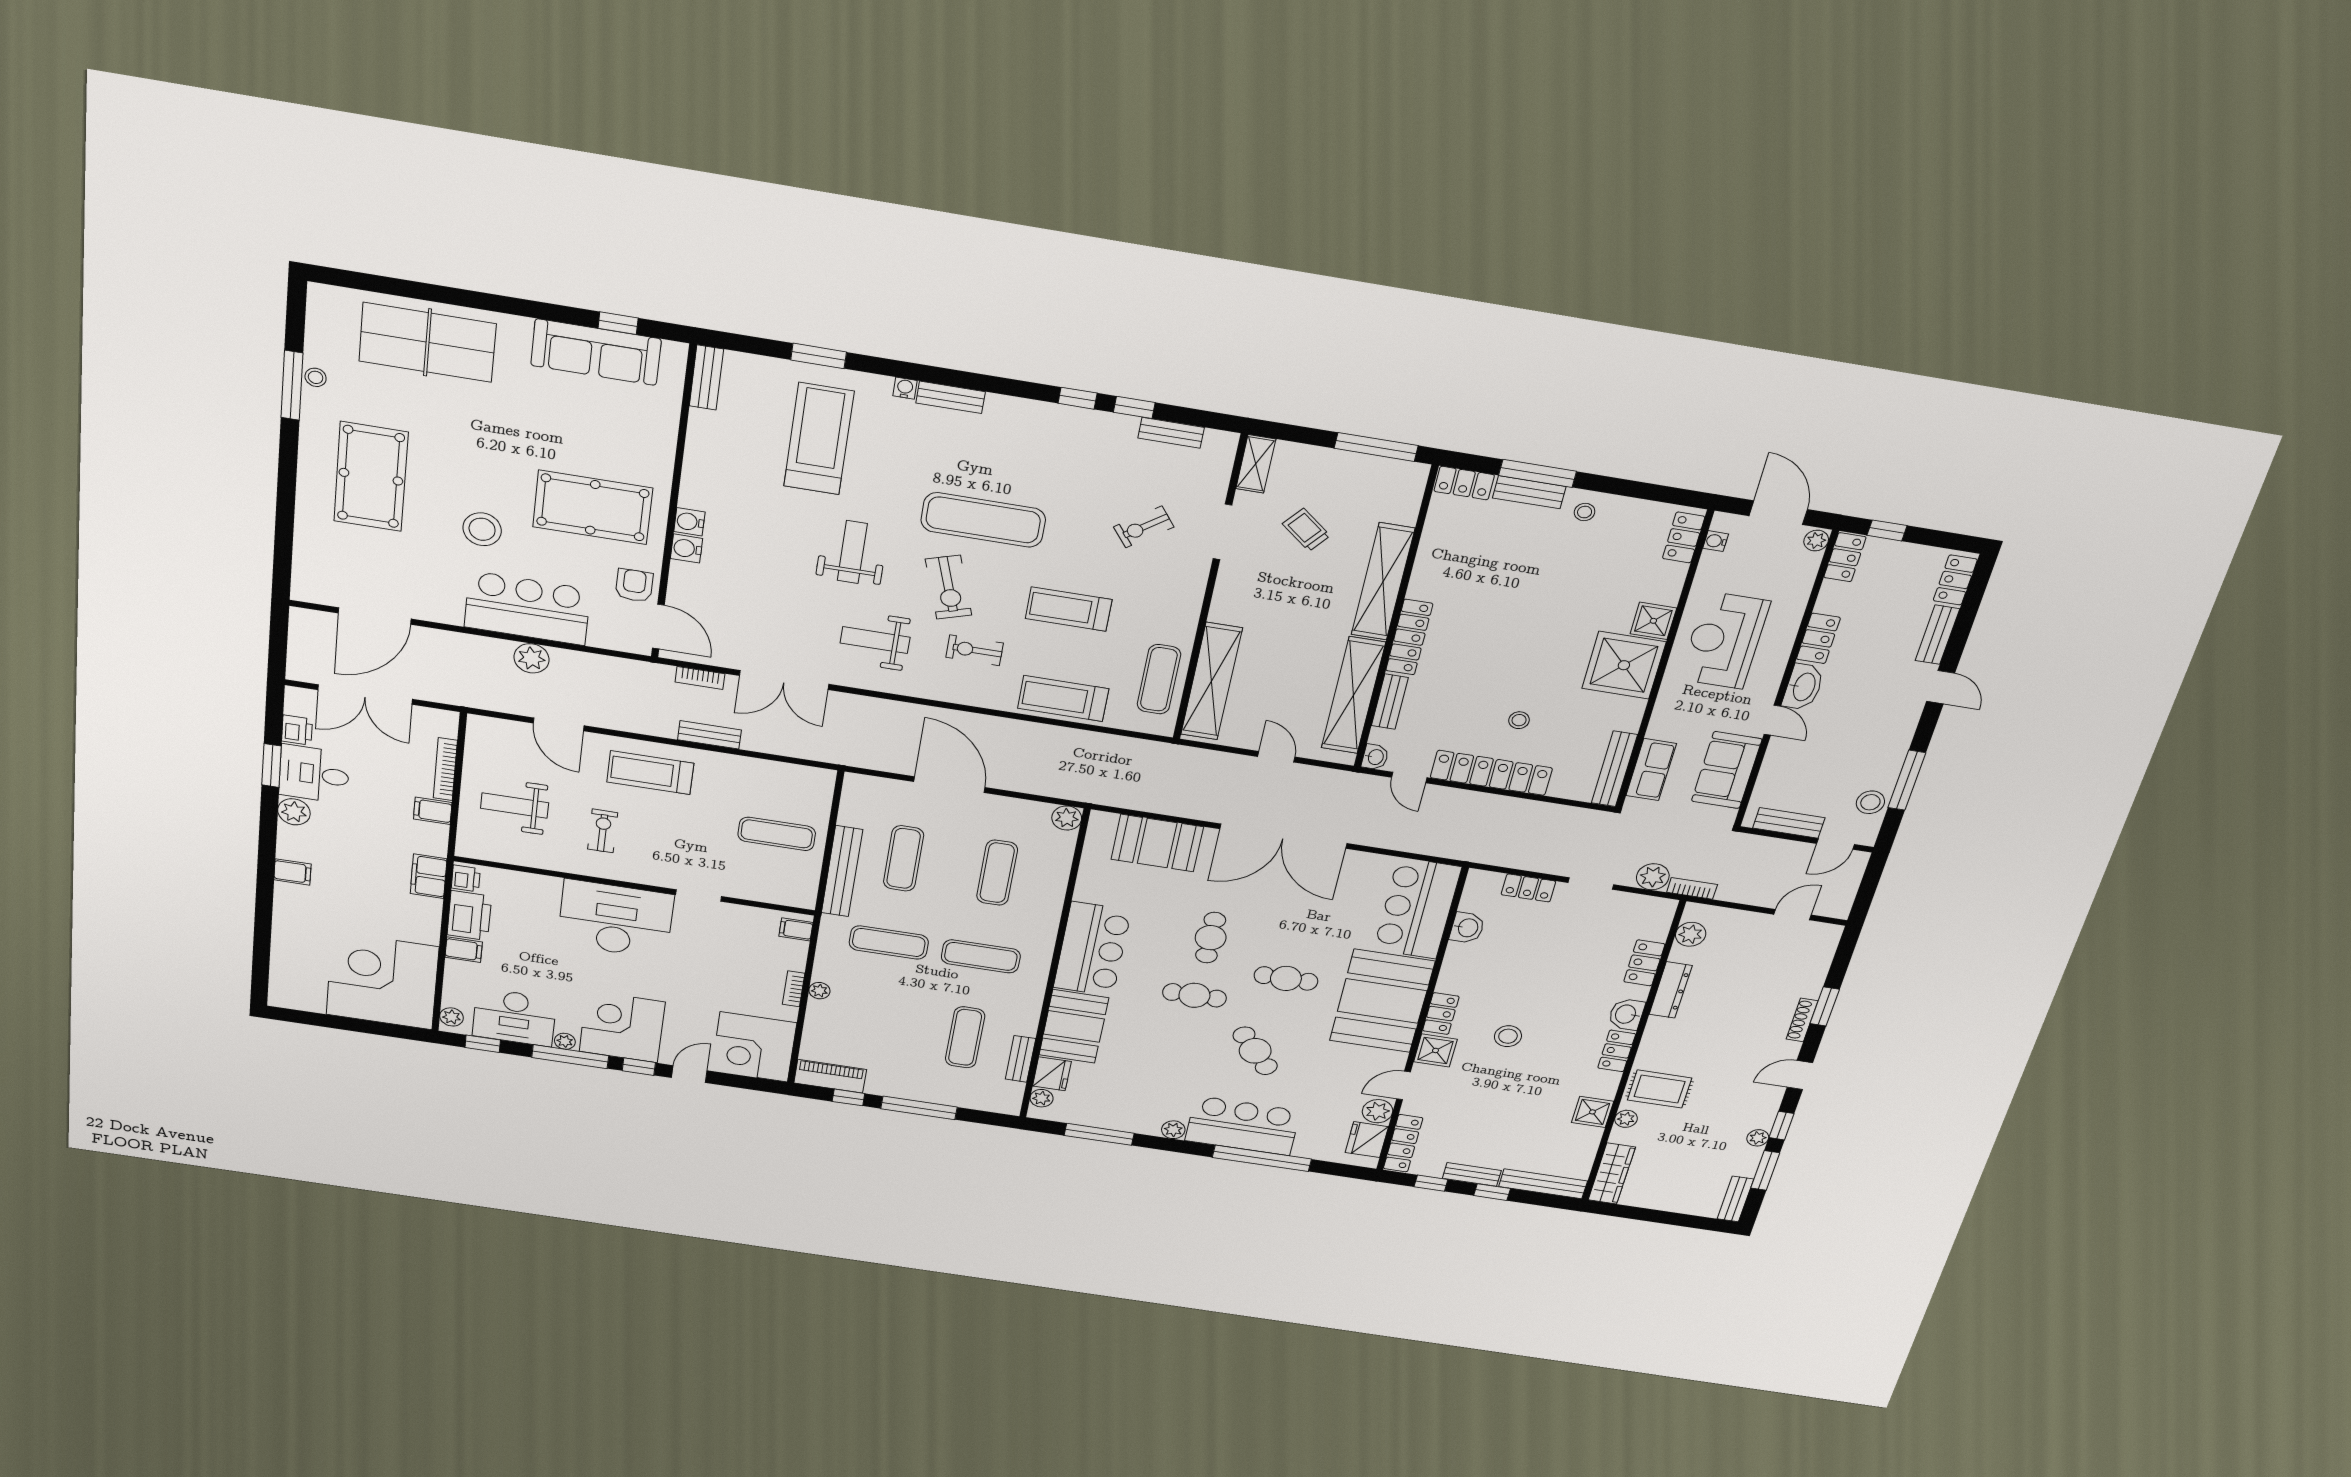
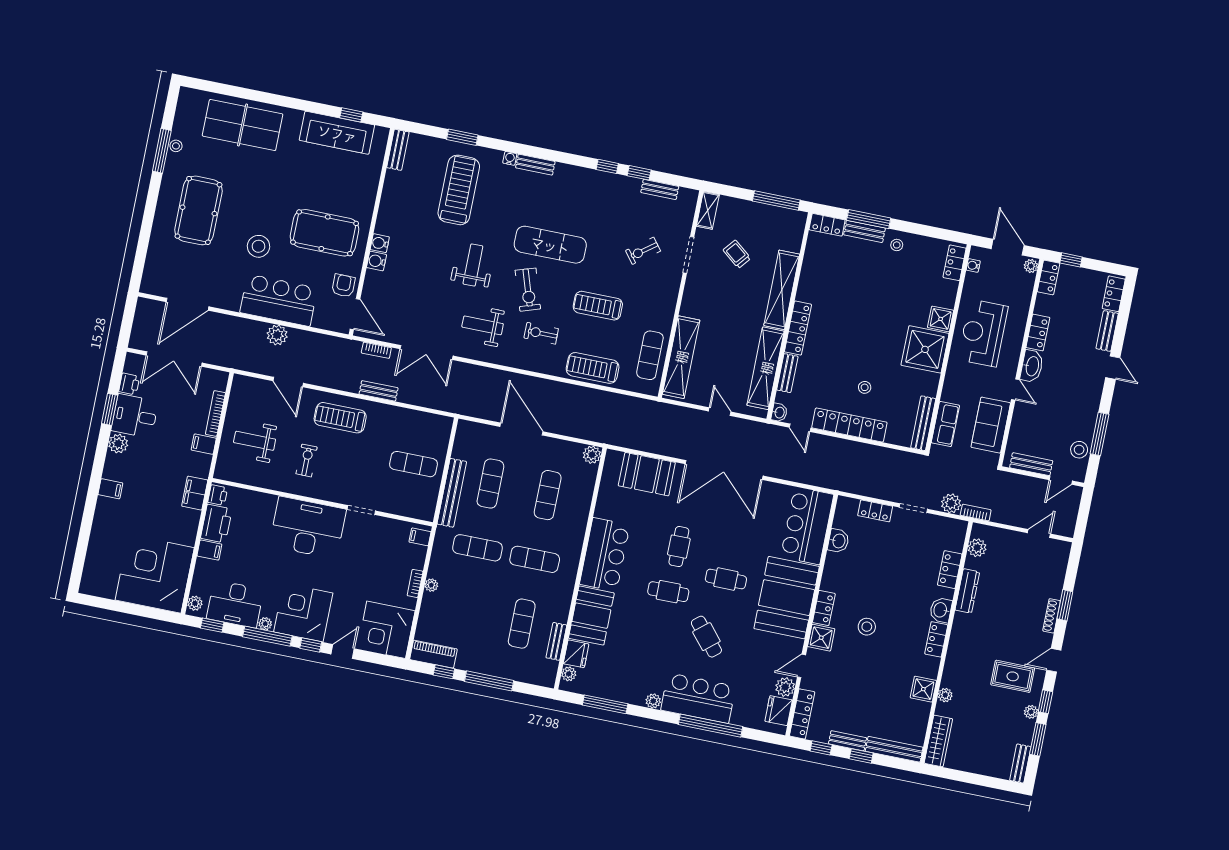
rug: (1660, 1089) -> (1013, 676), moved

